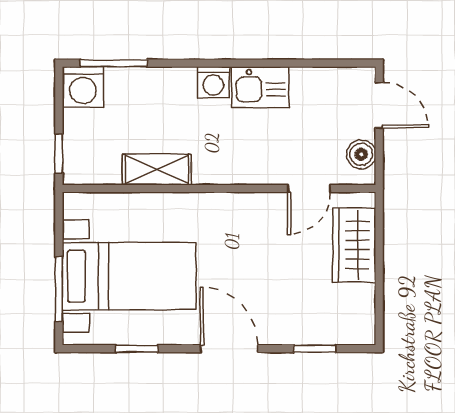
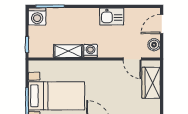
washing machine: (213, 82) -> (90, 51), moved, turned 180
door: (379, 105) -> (162, 24), swing flipped
door: (309, 189) -> (132, 59), hinge flipped

